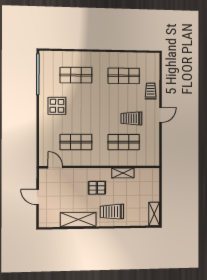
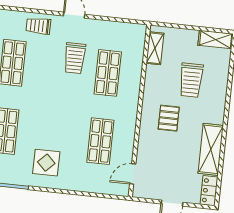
shelving: (123, 173) -> (155, 48), moved
trolley: (112, 212) -> (191, 80), moved
locker: (49, 222) -> (209, 191), added

